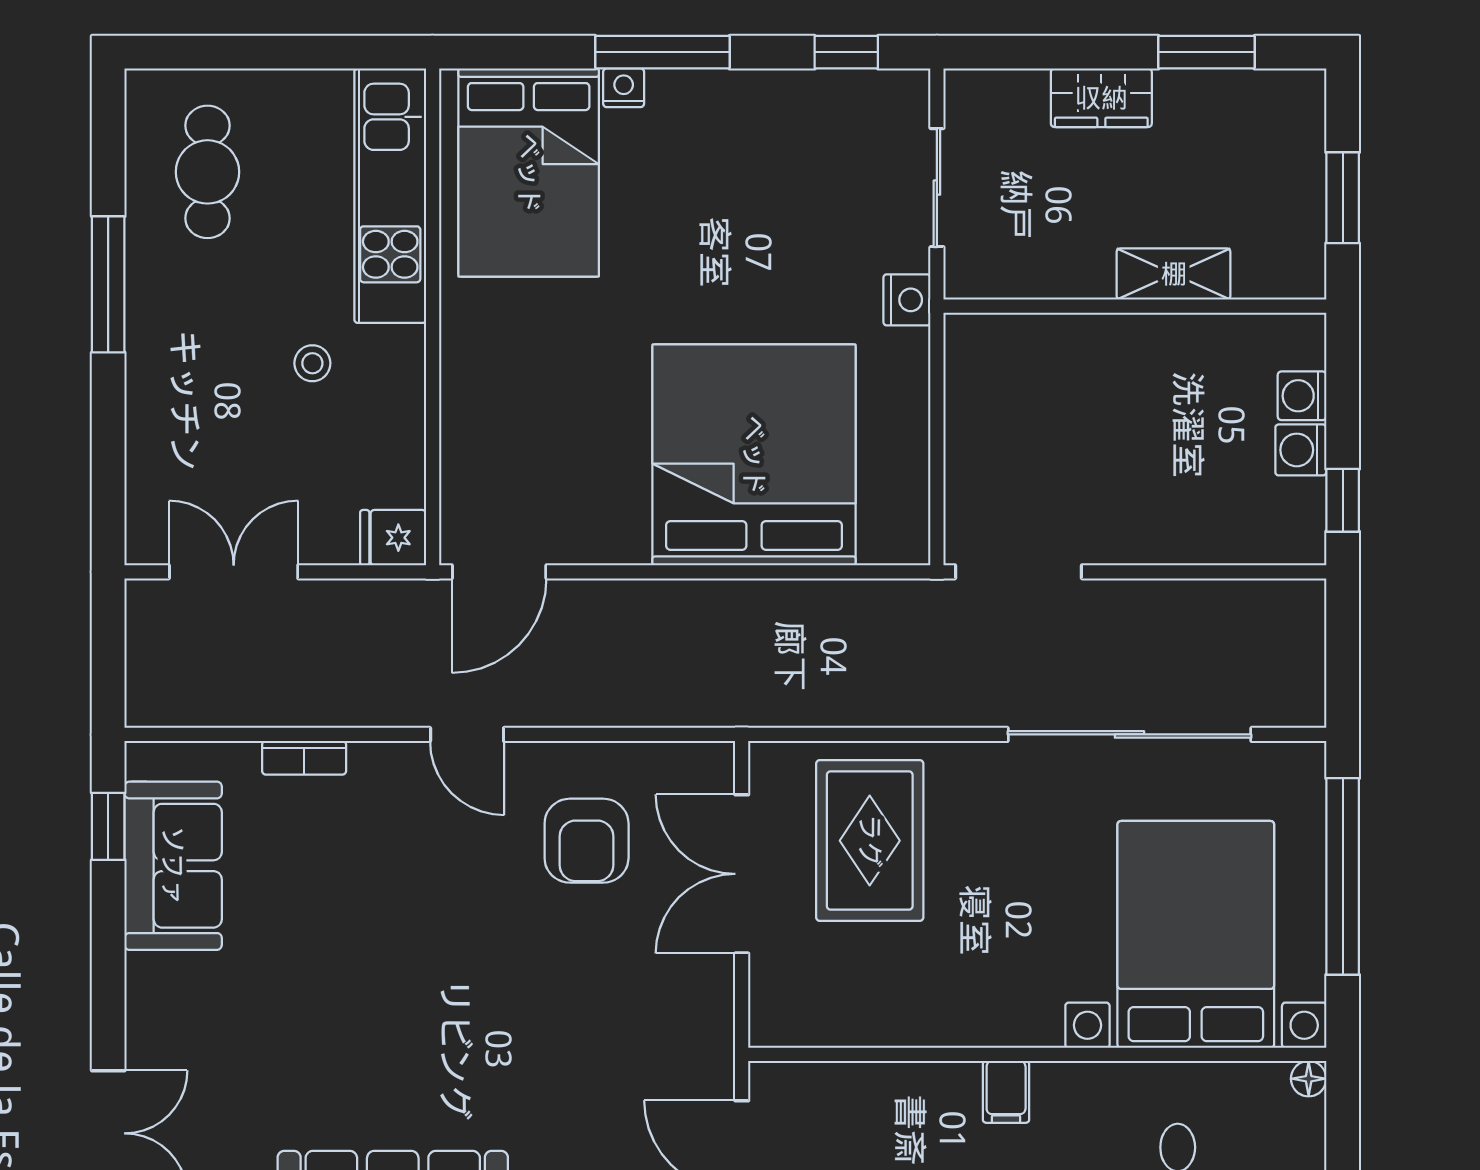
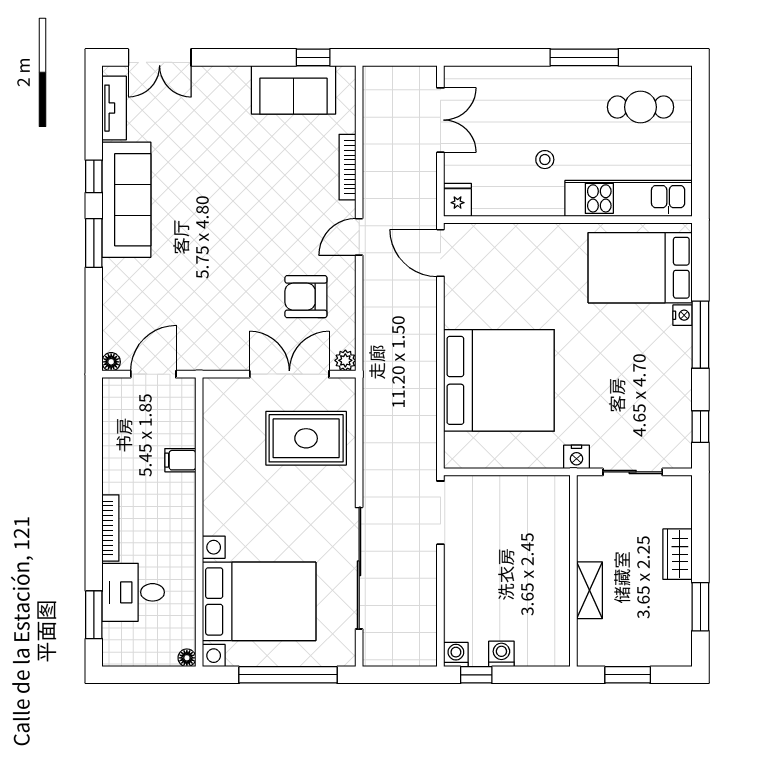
washing machine: (1302, 396) -> (456, 655), moved
bookcase: (304, 758) -> (347, 167), width x1.56
plant: (714, 762) -> (345, 360), added
filing cabinet: (1006, 1092) -> (180, 460), moved

